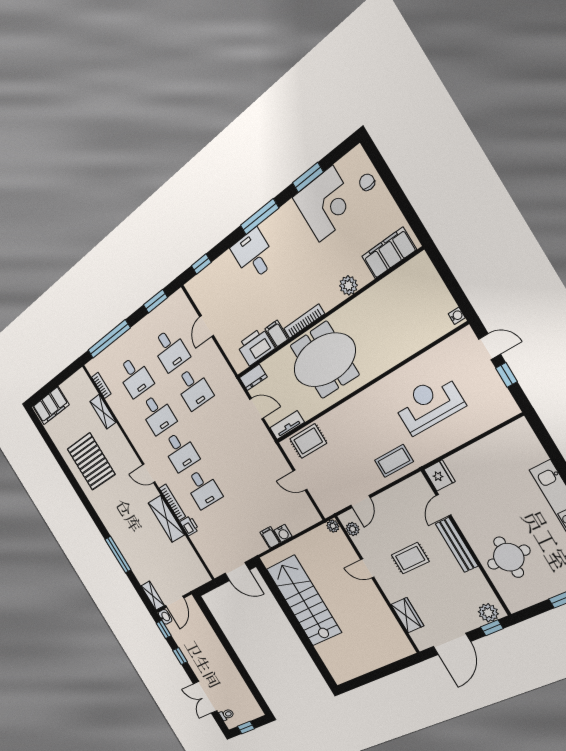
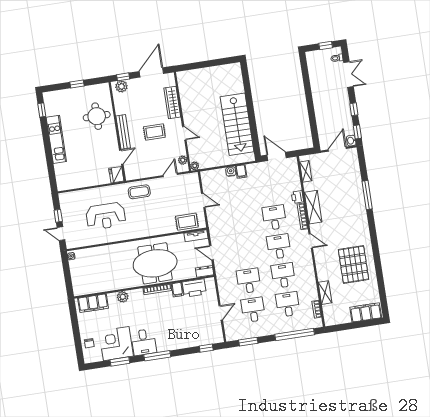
desk: (253, 255) -> (144, 342), moved
shelving: (153, 596) -> (306, 171), moved
wardrobe: (407, 615) -> (172, 102), width x1.50

